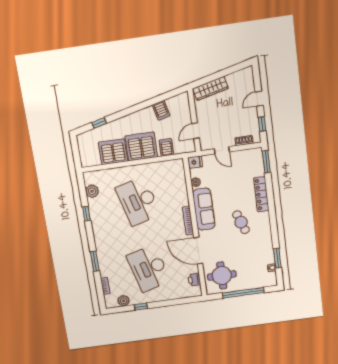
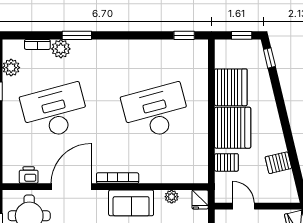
window: (99, 123) -> (269, 58), moved
window: (75, 149) -> (242, 35), added
plant: (92, 191) -> (61, 49), moved
sofa: (204, 209) -> (131, 203), width x0.73
window: (86, 214) -> (184, 35), moved

